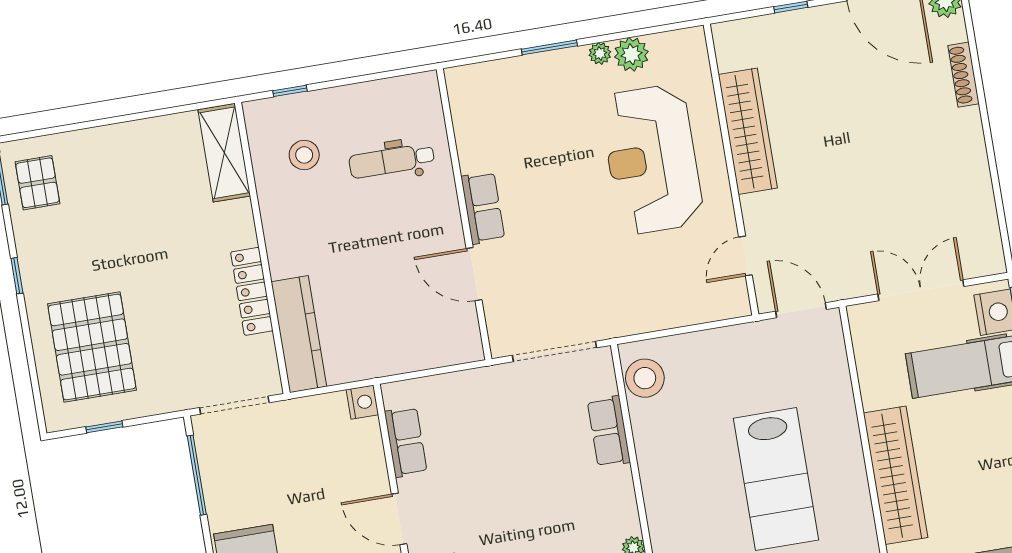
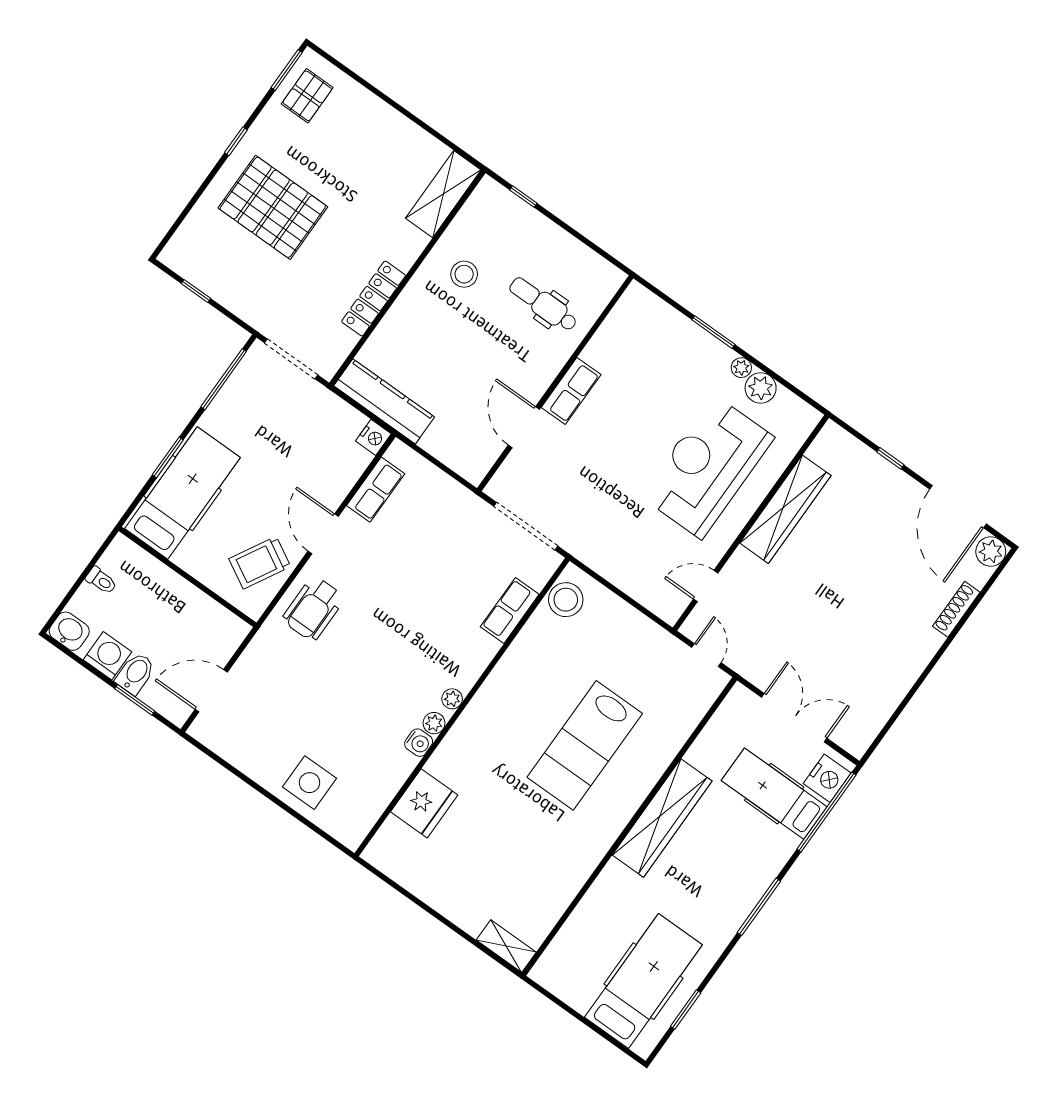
stool: (304, 155) -> (464, 274), moved
door: (801, 310) -> (706, 655), width x0.73
kitchen counter: (299, 334) -> (384, 401), moved, turned -90
pallet: (92, 347) -> (273, 207), moved, turned 90

